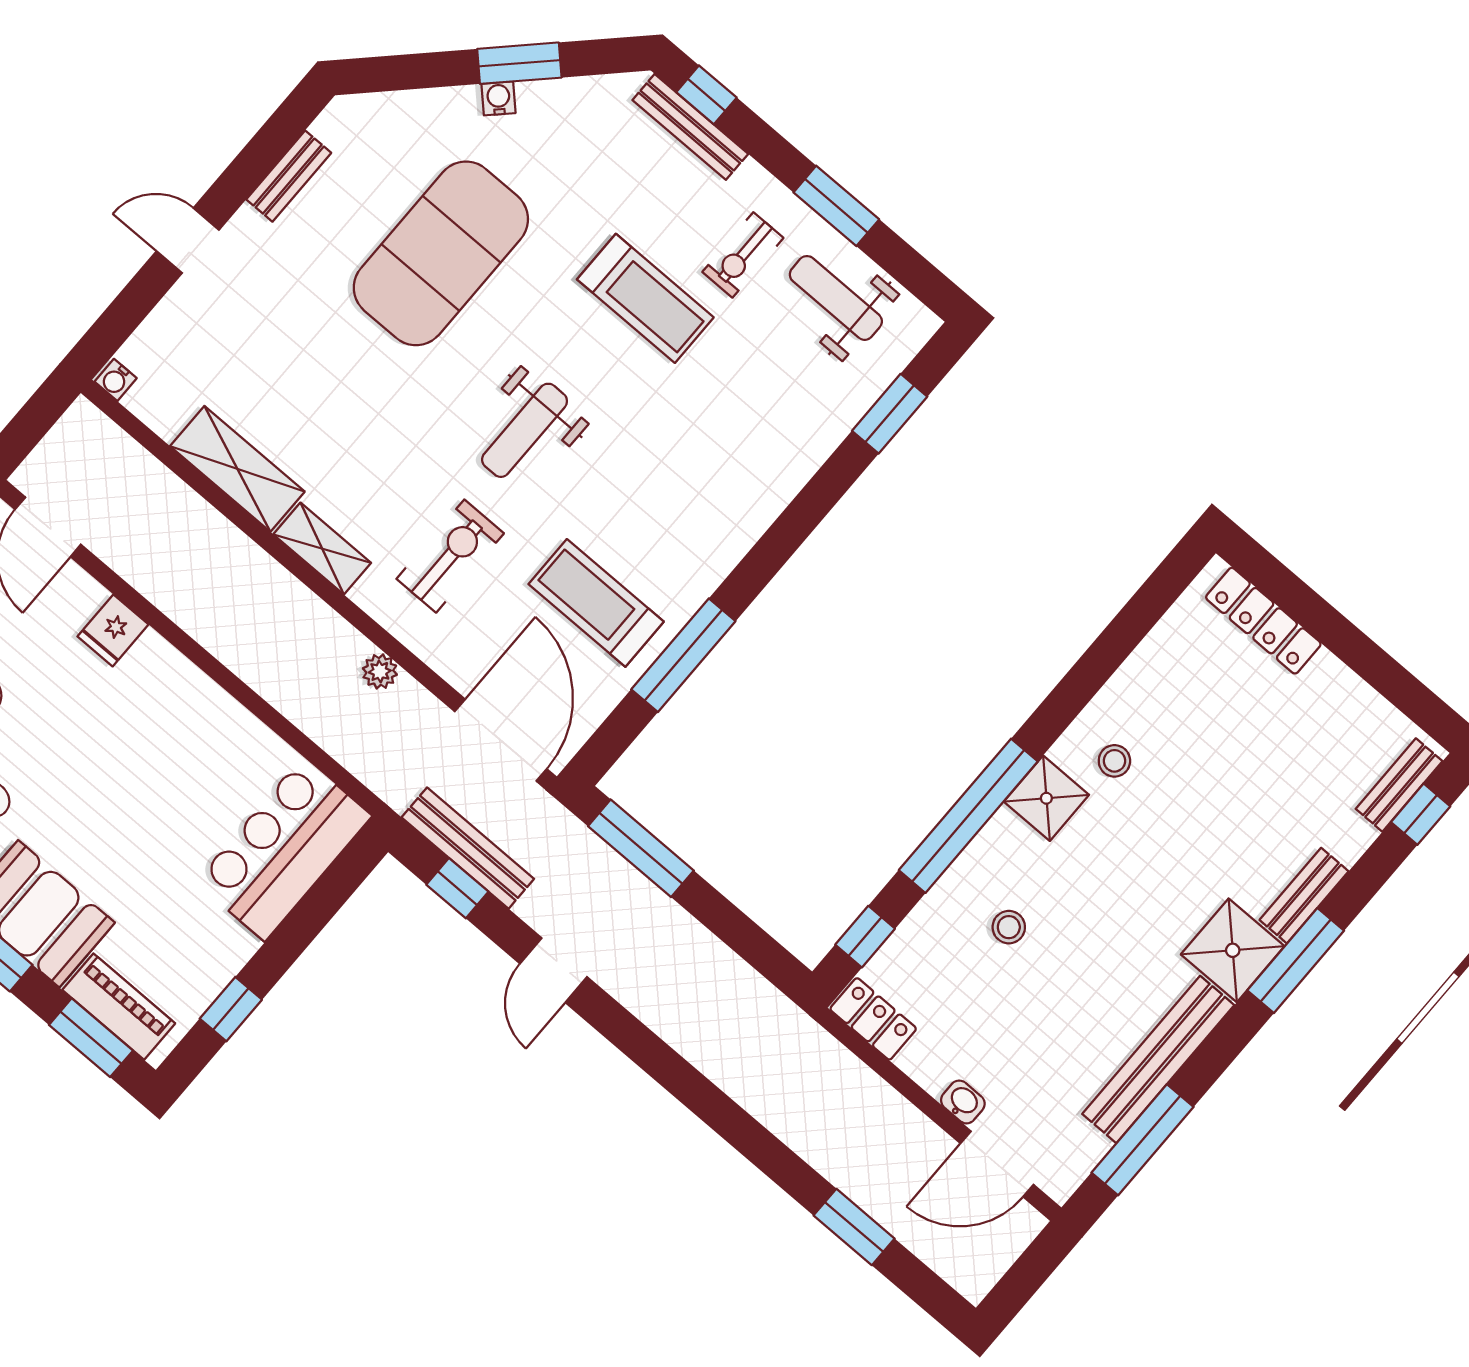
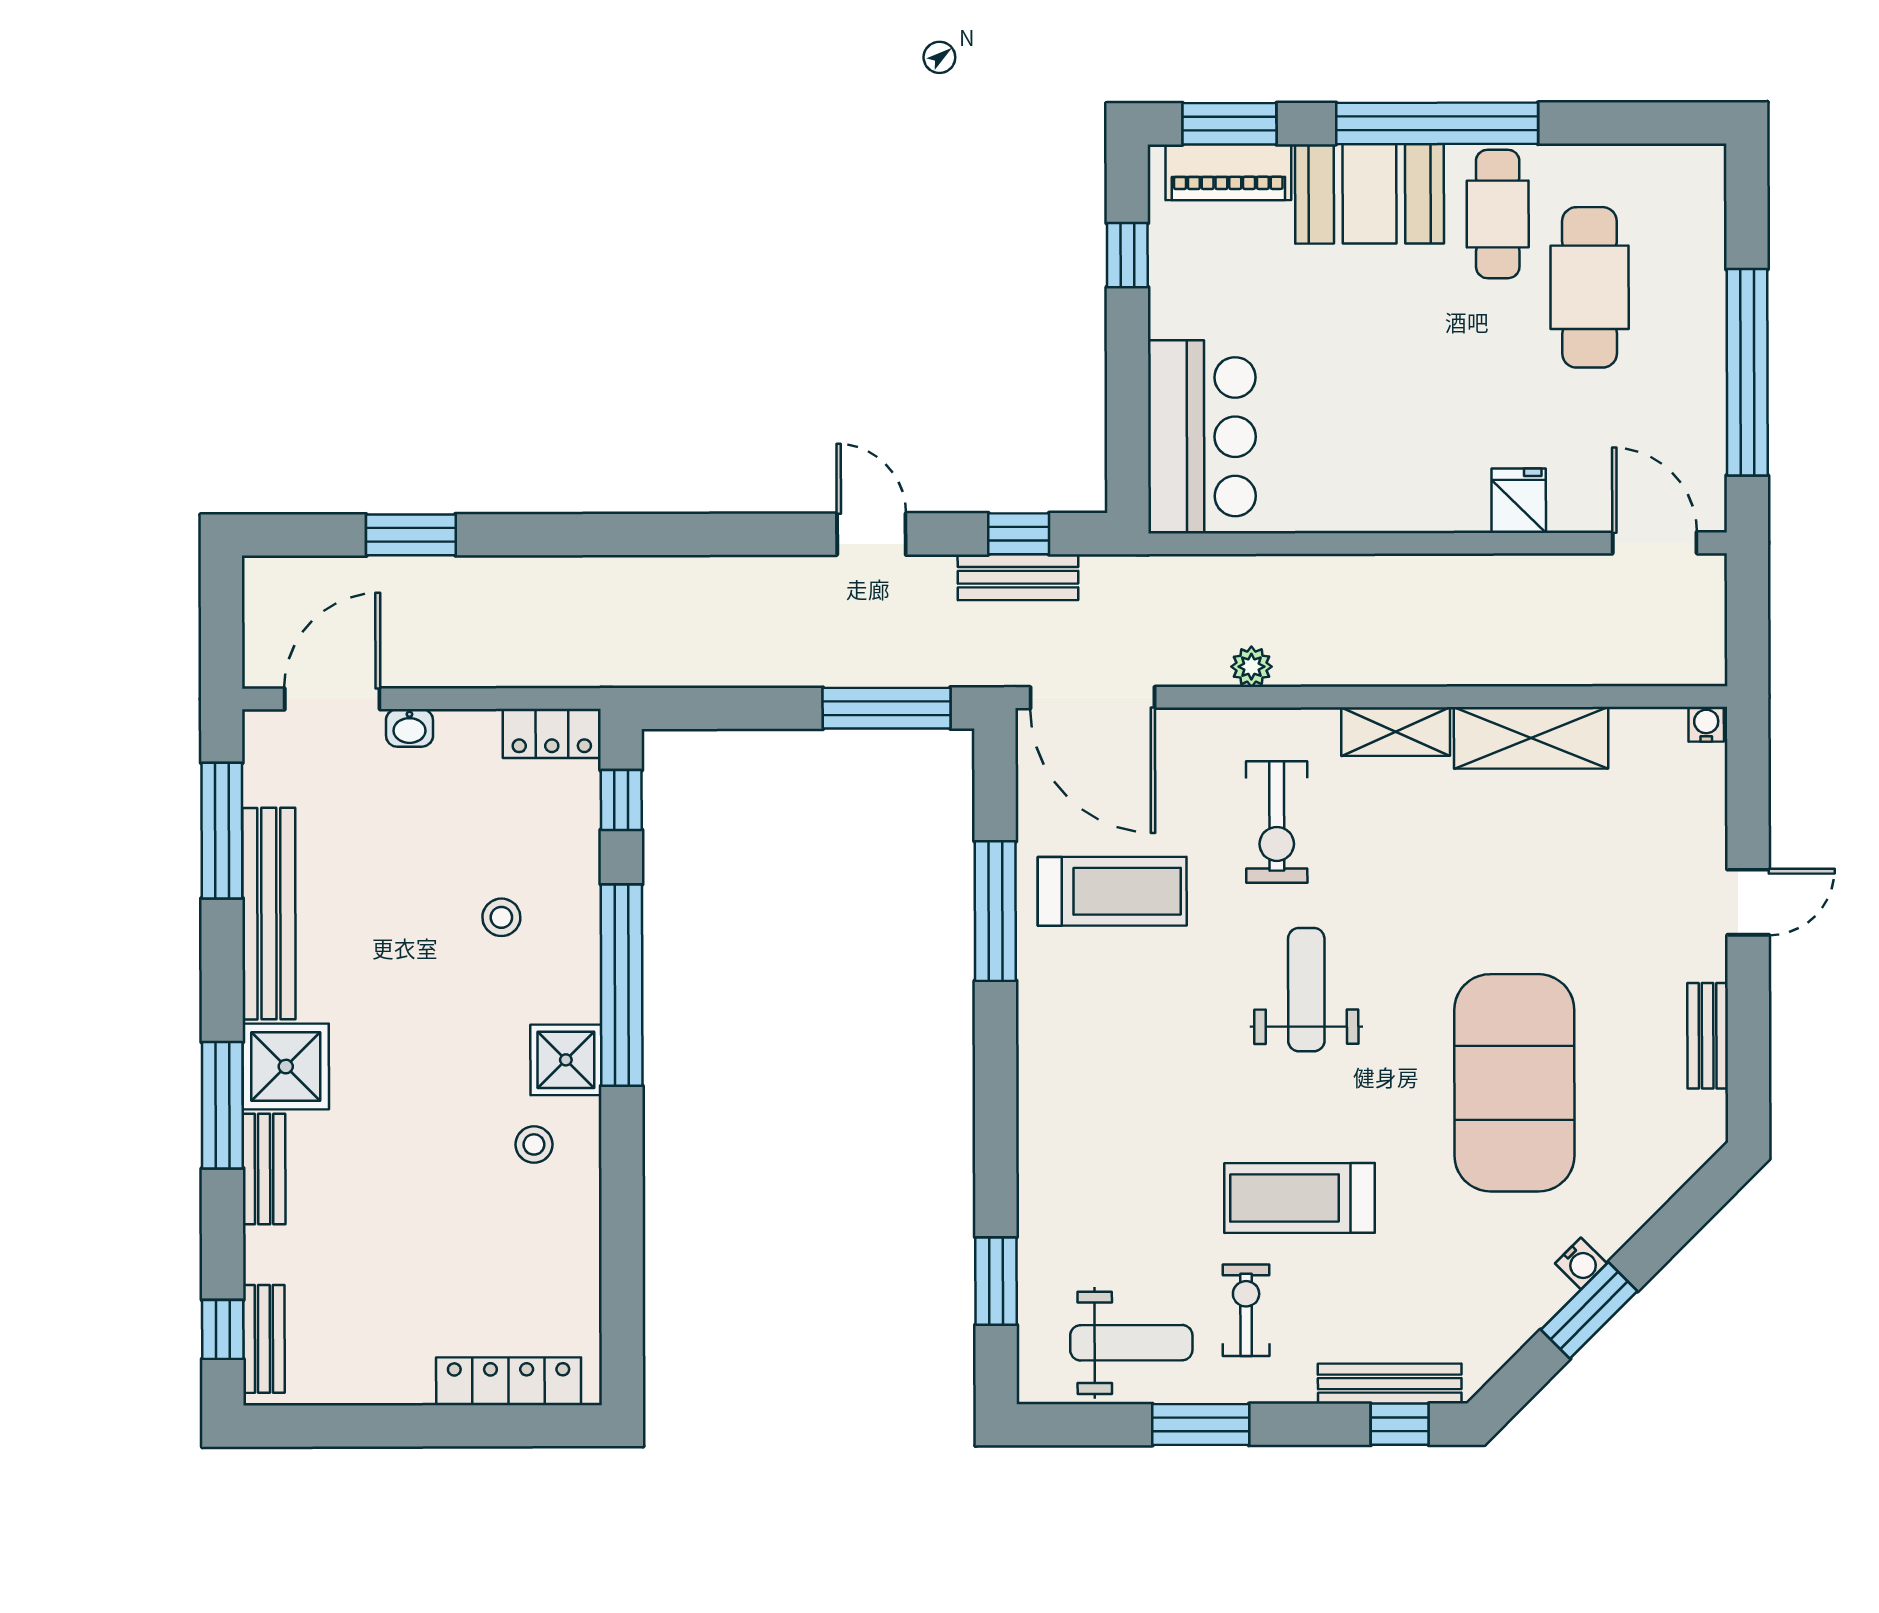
bench: (468, 848) -> (1018, 577), width x0.73

